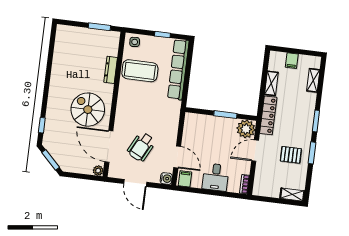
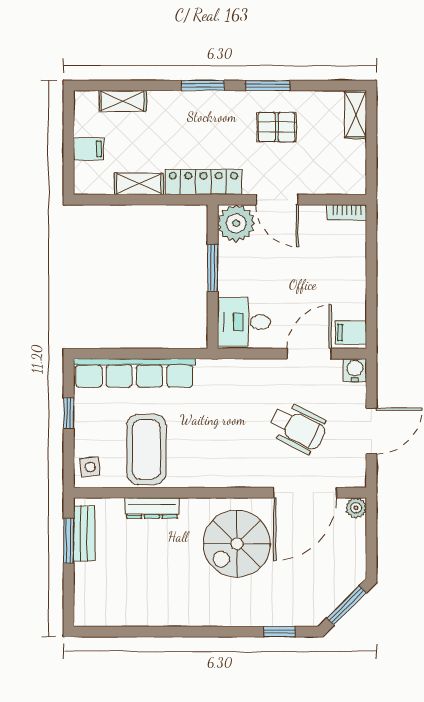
bench: (102, 35) -> (84, 534), added
pallet: (291, 155) -> (277, 127), turned 90
desk: (216, 177) -> (244, 322), moved, turned 180

